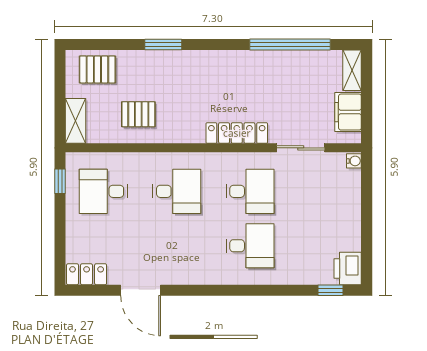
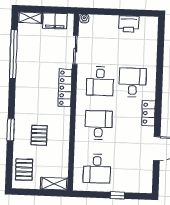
pallet: (138, 114) -> (39, 135), moved
window: (60, 181) -> (117, 195), moved
desk: (250, 191) -> (100, 81), turned 180
printer: (348, 268) -> (129, 24), moved
locker: (87, 274) -> (148, 113), moved
window: (331, 290) -> (161, 35), removed

